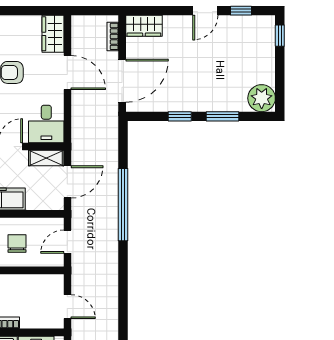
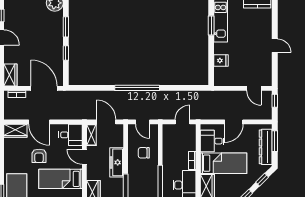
door: (67, 72) -> (39, 122), swing flipped
window: (123, 205) -> (137, 88), moved

